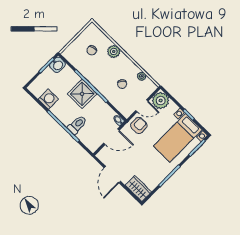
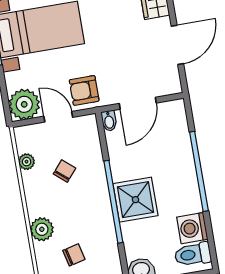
toilet: (77, 125) -> (193, 254), moved
door: (111, 137) -> (138, 103), swing flipped

